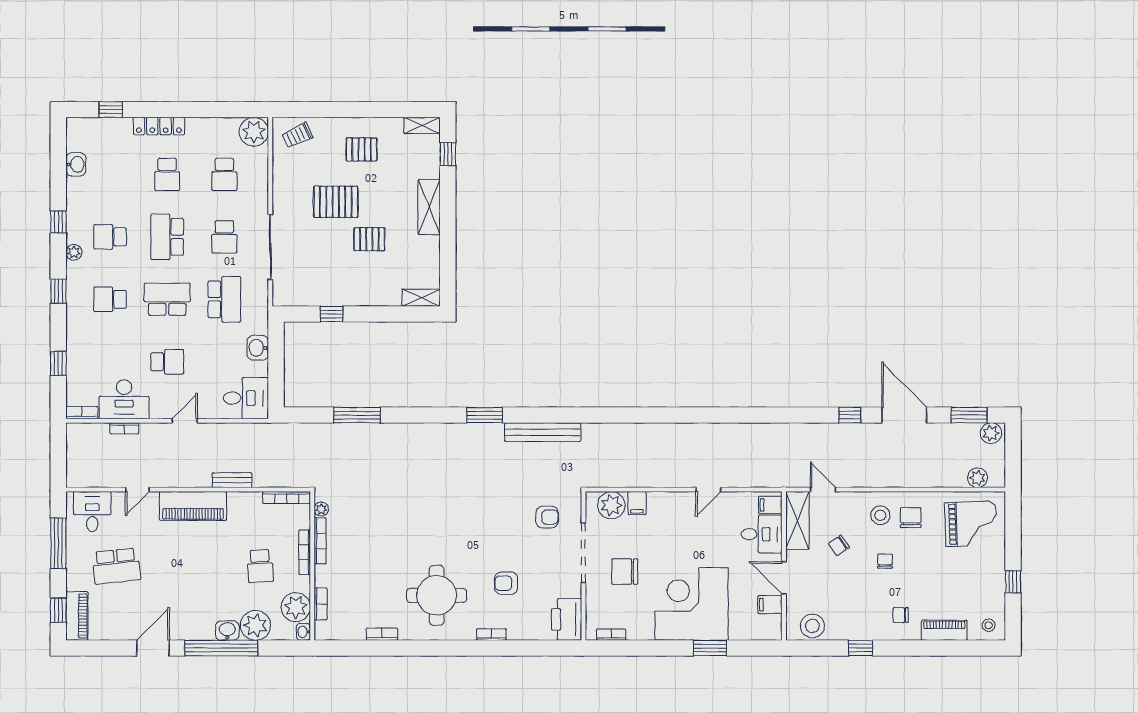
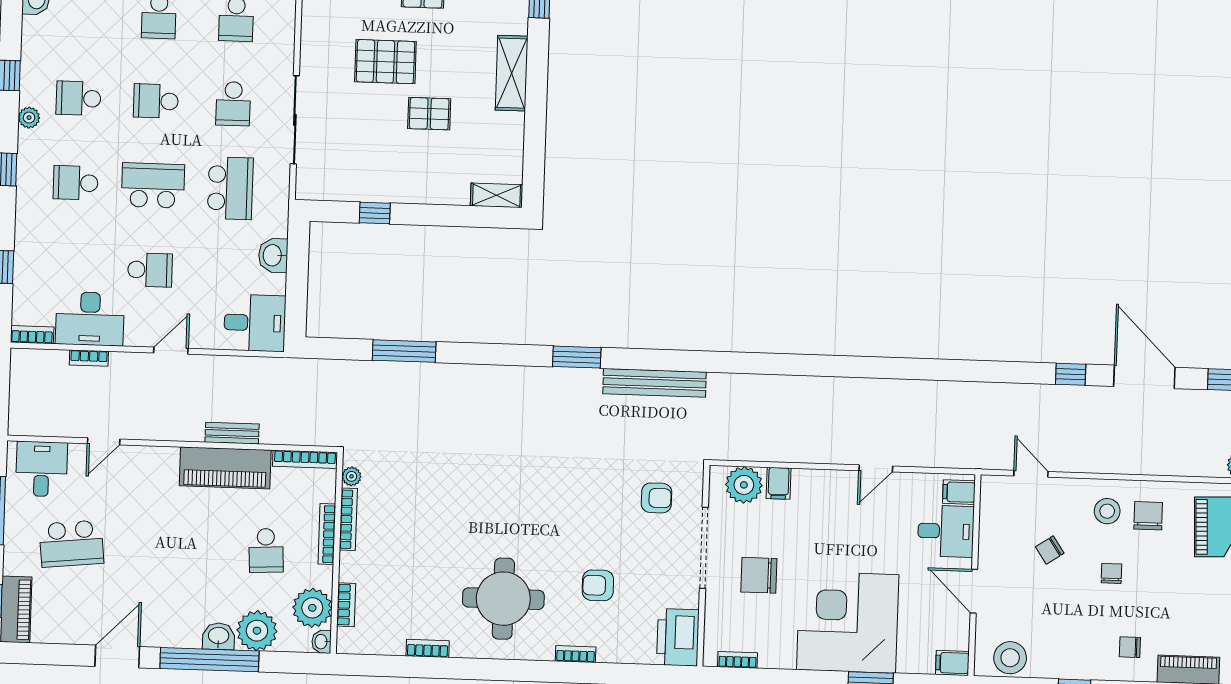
school desk: (167, 237) -> (156, 101), width x0.54
piano: (193, 506) -> (225, 468), moved
shelving: (797, 521) -> (995, 514), removed
filing cabinet: (770, 605) -> (952, 663), moved

